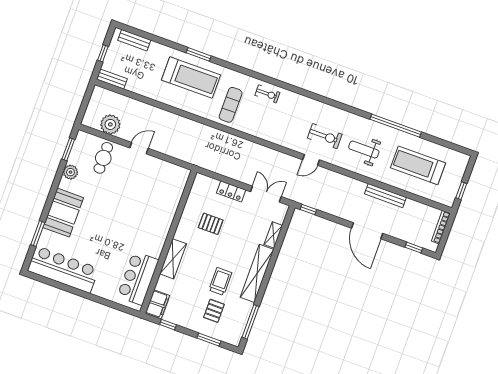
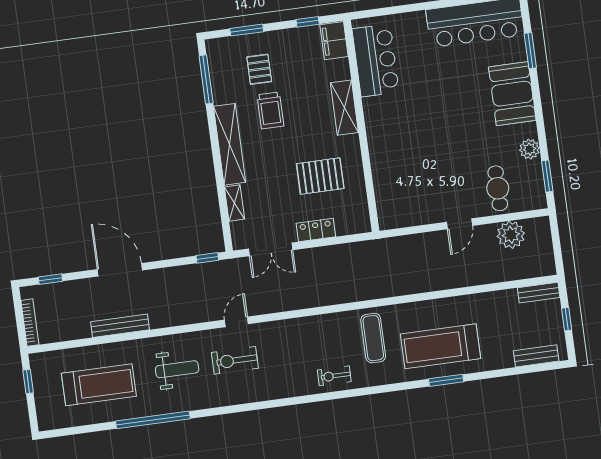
pallet: (211, 224) -> (320, 176), width x1.50, depth x1.42

